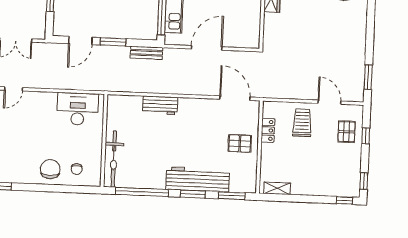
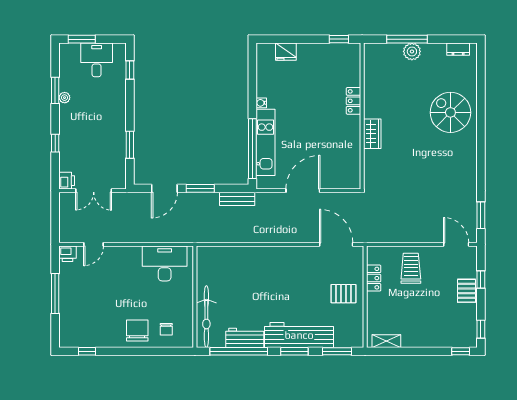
door: (329, 102) -> (456, 244), moved
workbench: (160, 105) -> (245, 338), moved, turned 180
pallet: (347, 132) -> (466, 291), moved

